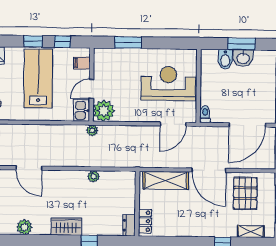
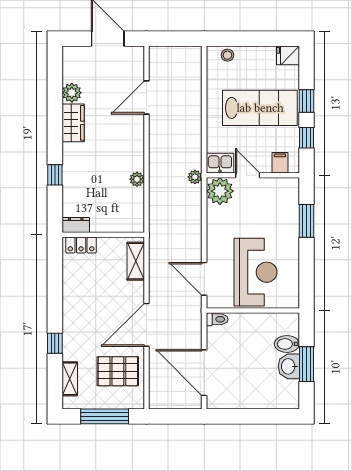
shelving: (166, 180) -> (136, 261), width x0.67, depth x0.75
wardrobe: (66, 227) -> (73, 123), moved

